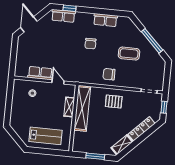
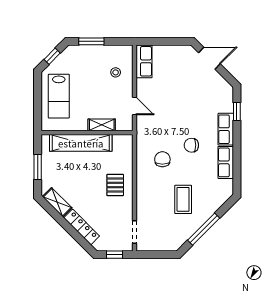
row of seats: (63, 16) -> (226, 129), moved
row of seats: (40, 73) -> (144, 61), moved
chair: (109, 74) -> (162, 159), moved
door: (58, 82) -> (134, 106), hinge flipped
window: (8, 108) -> (91, 41), added
shelving: (82, 108) -> (81, 143), moved
window: (16, 138) -> (52, 56), added

